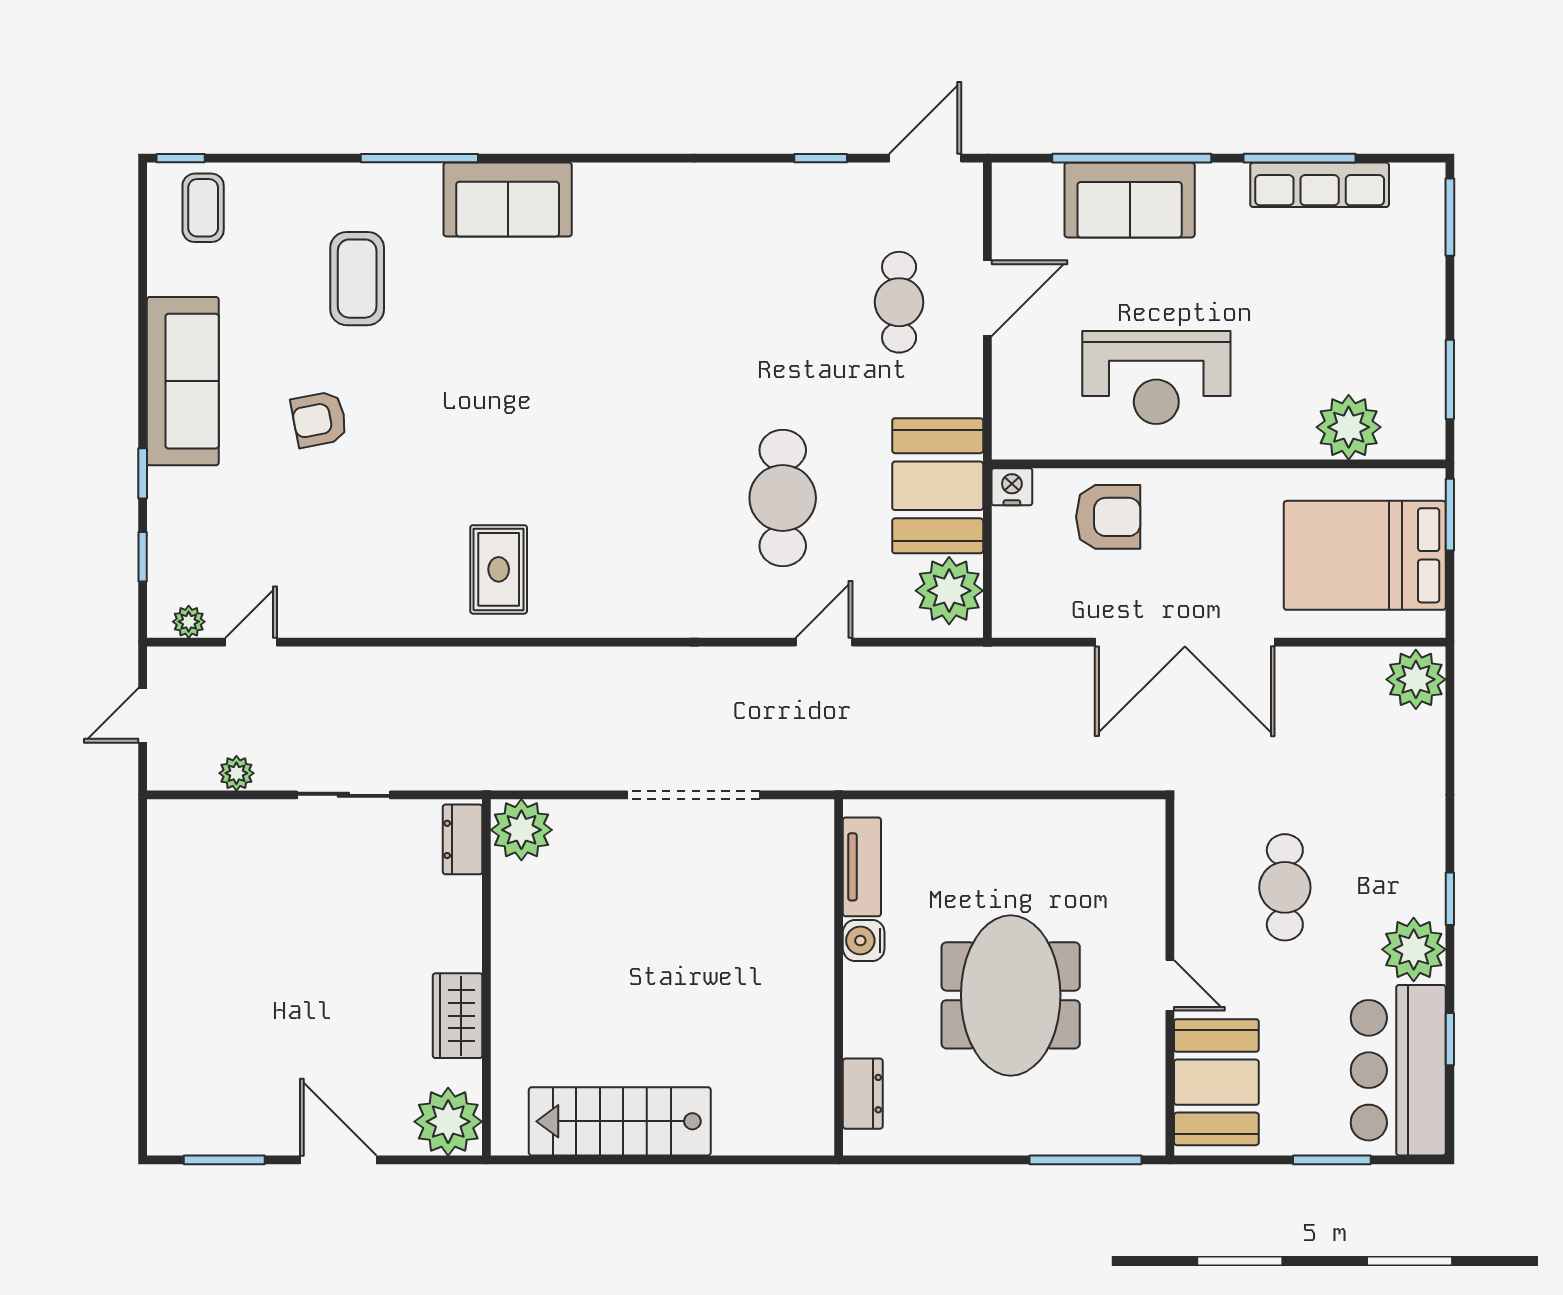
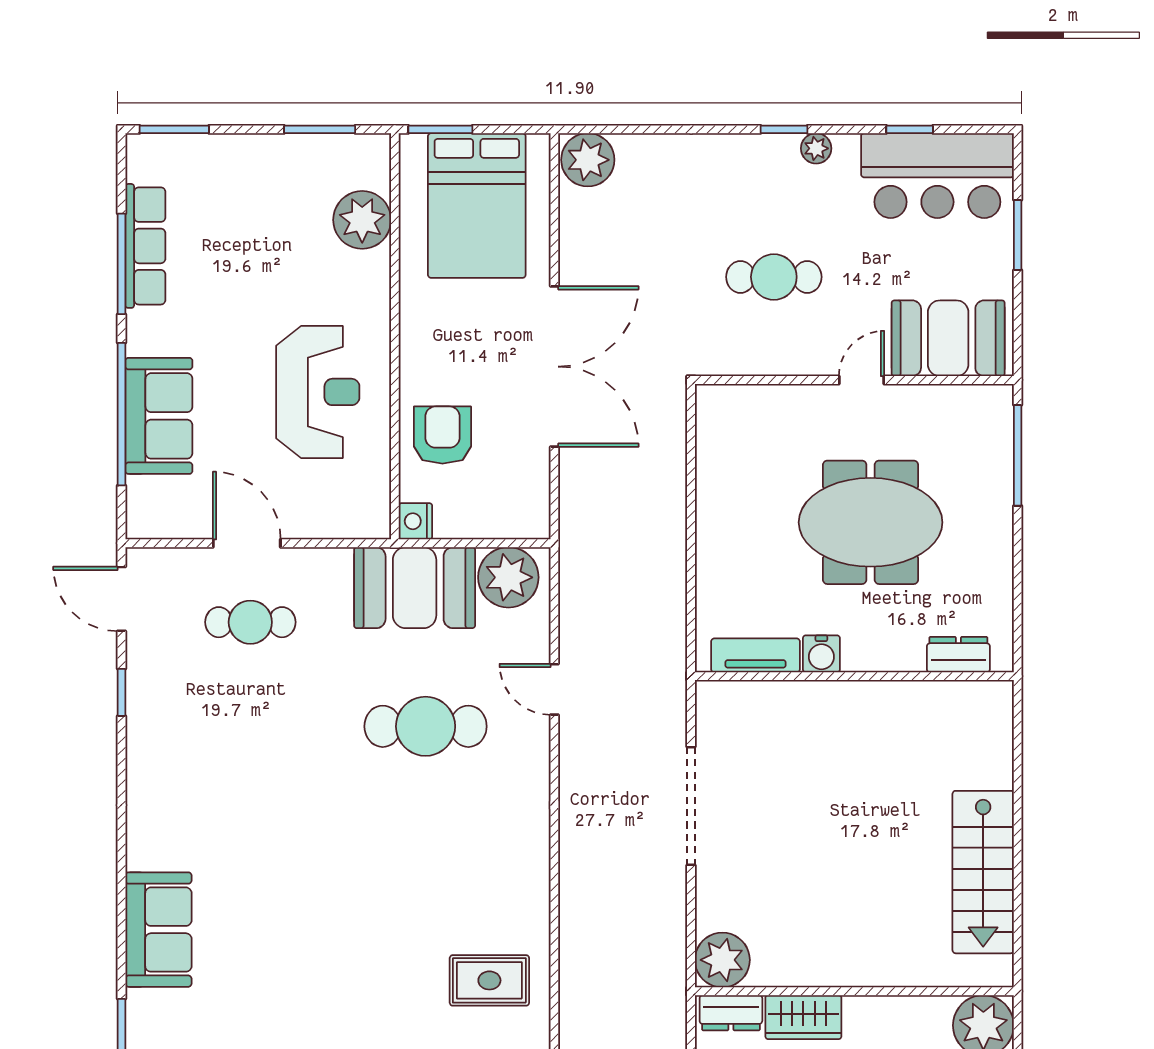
sofa: (508, 199) -> (158, 930), moved
plant: (1414, 949) -> (816, 148), width x0.53, depth x0.53
wardrobe: (458, 1016) -> (803, 1017), moved

